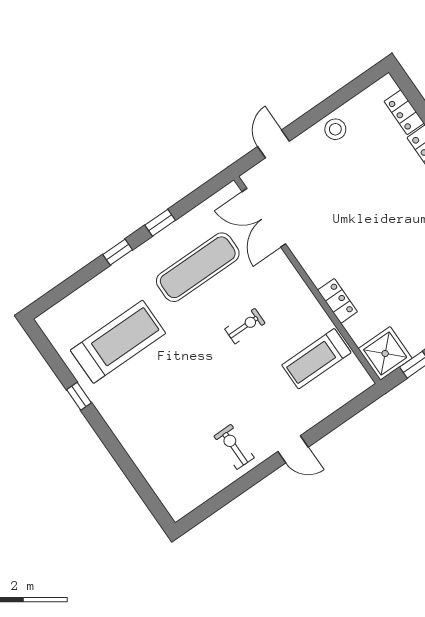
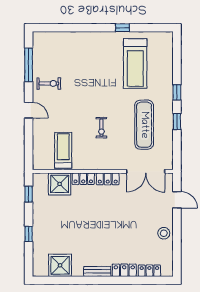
double door: (264, 218) -> (146, 171), swing flipped
locker: (313, 265) -> (108, 179), added
shower: (385, 353) -> (60, 184), moved
door: (293, 449) -> (29, 110), swing flipped
window: (227, 495) -> (29, 65), added

